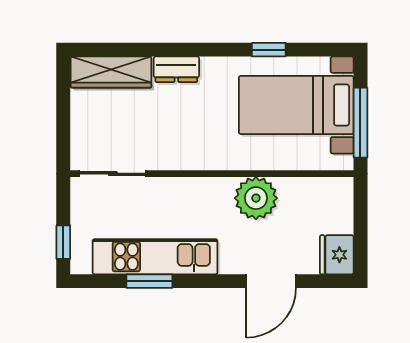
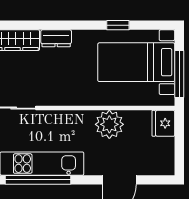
fridge: (337, 255) -> (163, 123), moved
window: (149, 281) -> (38, 180), width x2.11

